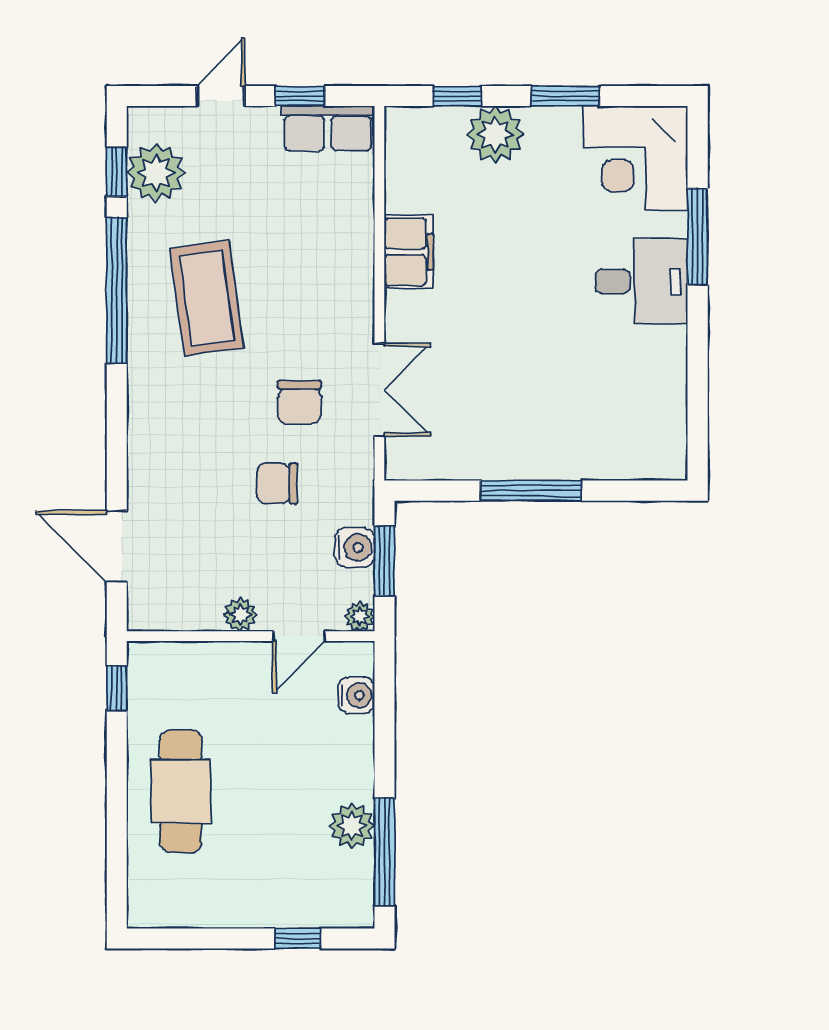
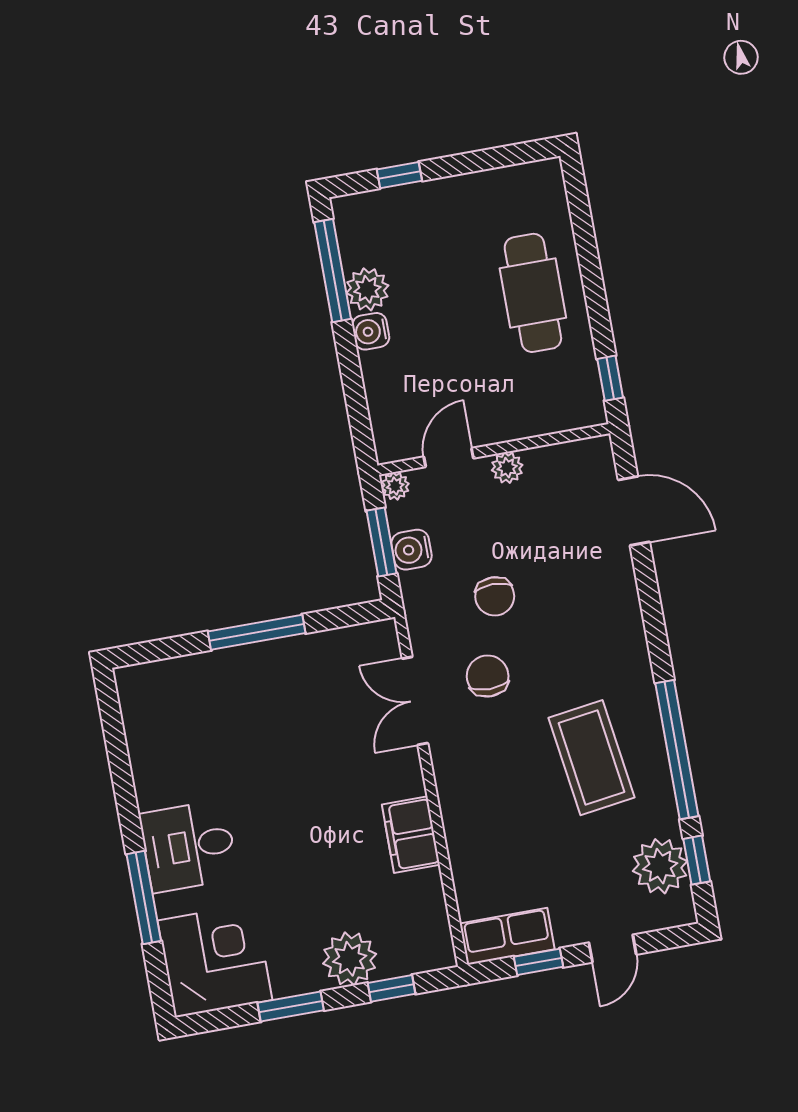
chair: (277, 483) -> (495, 596), turned 90
water cooler: (356, 695) -> (371, 331), moved

